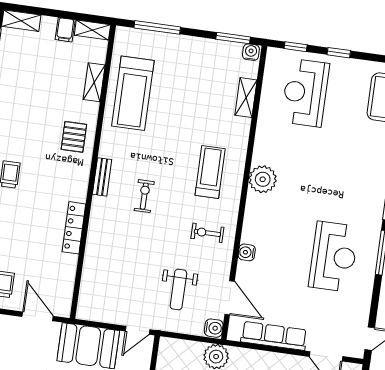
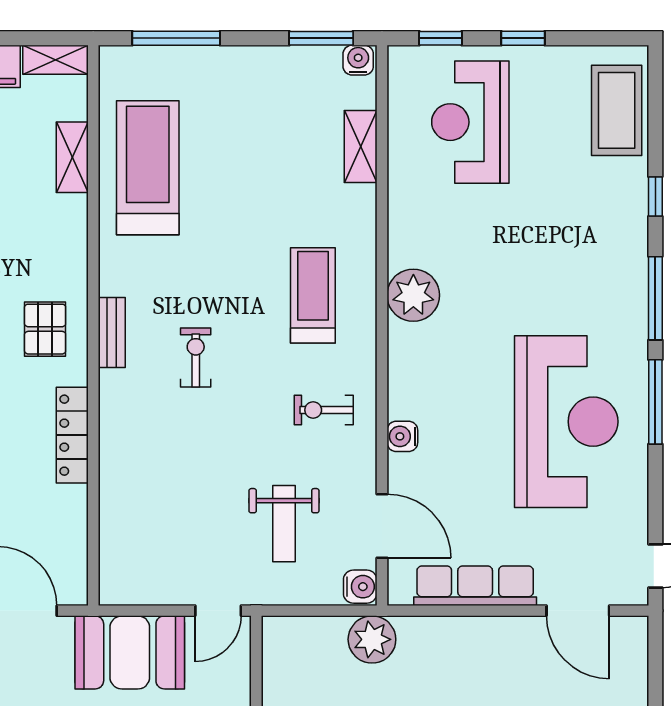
treadmill: (133, 93) -> (148, 168), turned 180
pallet: (74, 137) -> (45, 329), moved
reception desk: (334, 257) -> (566, 422), width x1.36, depth x1.30

